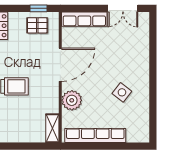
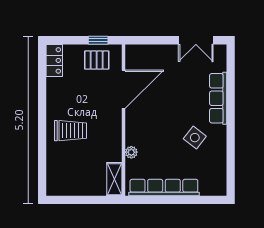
row of seats: (84, 19) -> (218, 98), moved, turned 90
door: (60, 65) -> (123, 89), moved
plant: (72, 100) -> (131, 152), width x0.53, depth x0.53

